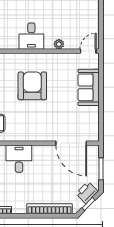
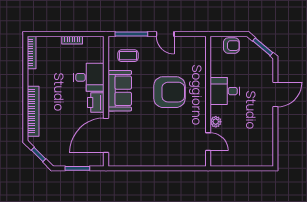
door: (88, 51) -> (208, 142), moved
sofa: (89, 87) -> (120, 91), moved, turned 90
printer: (87, 193) -> (96, 102), moved, turned -135

